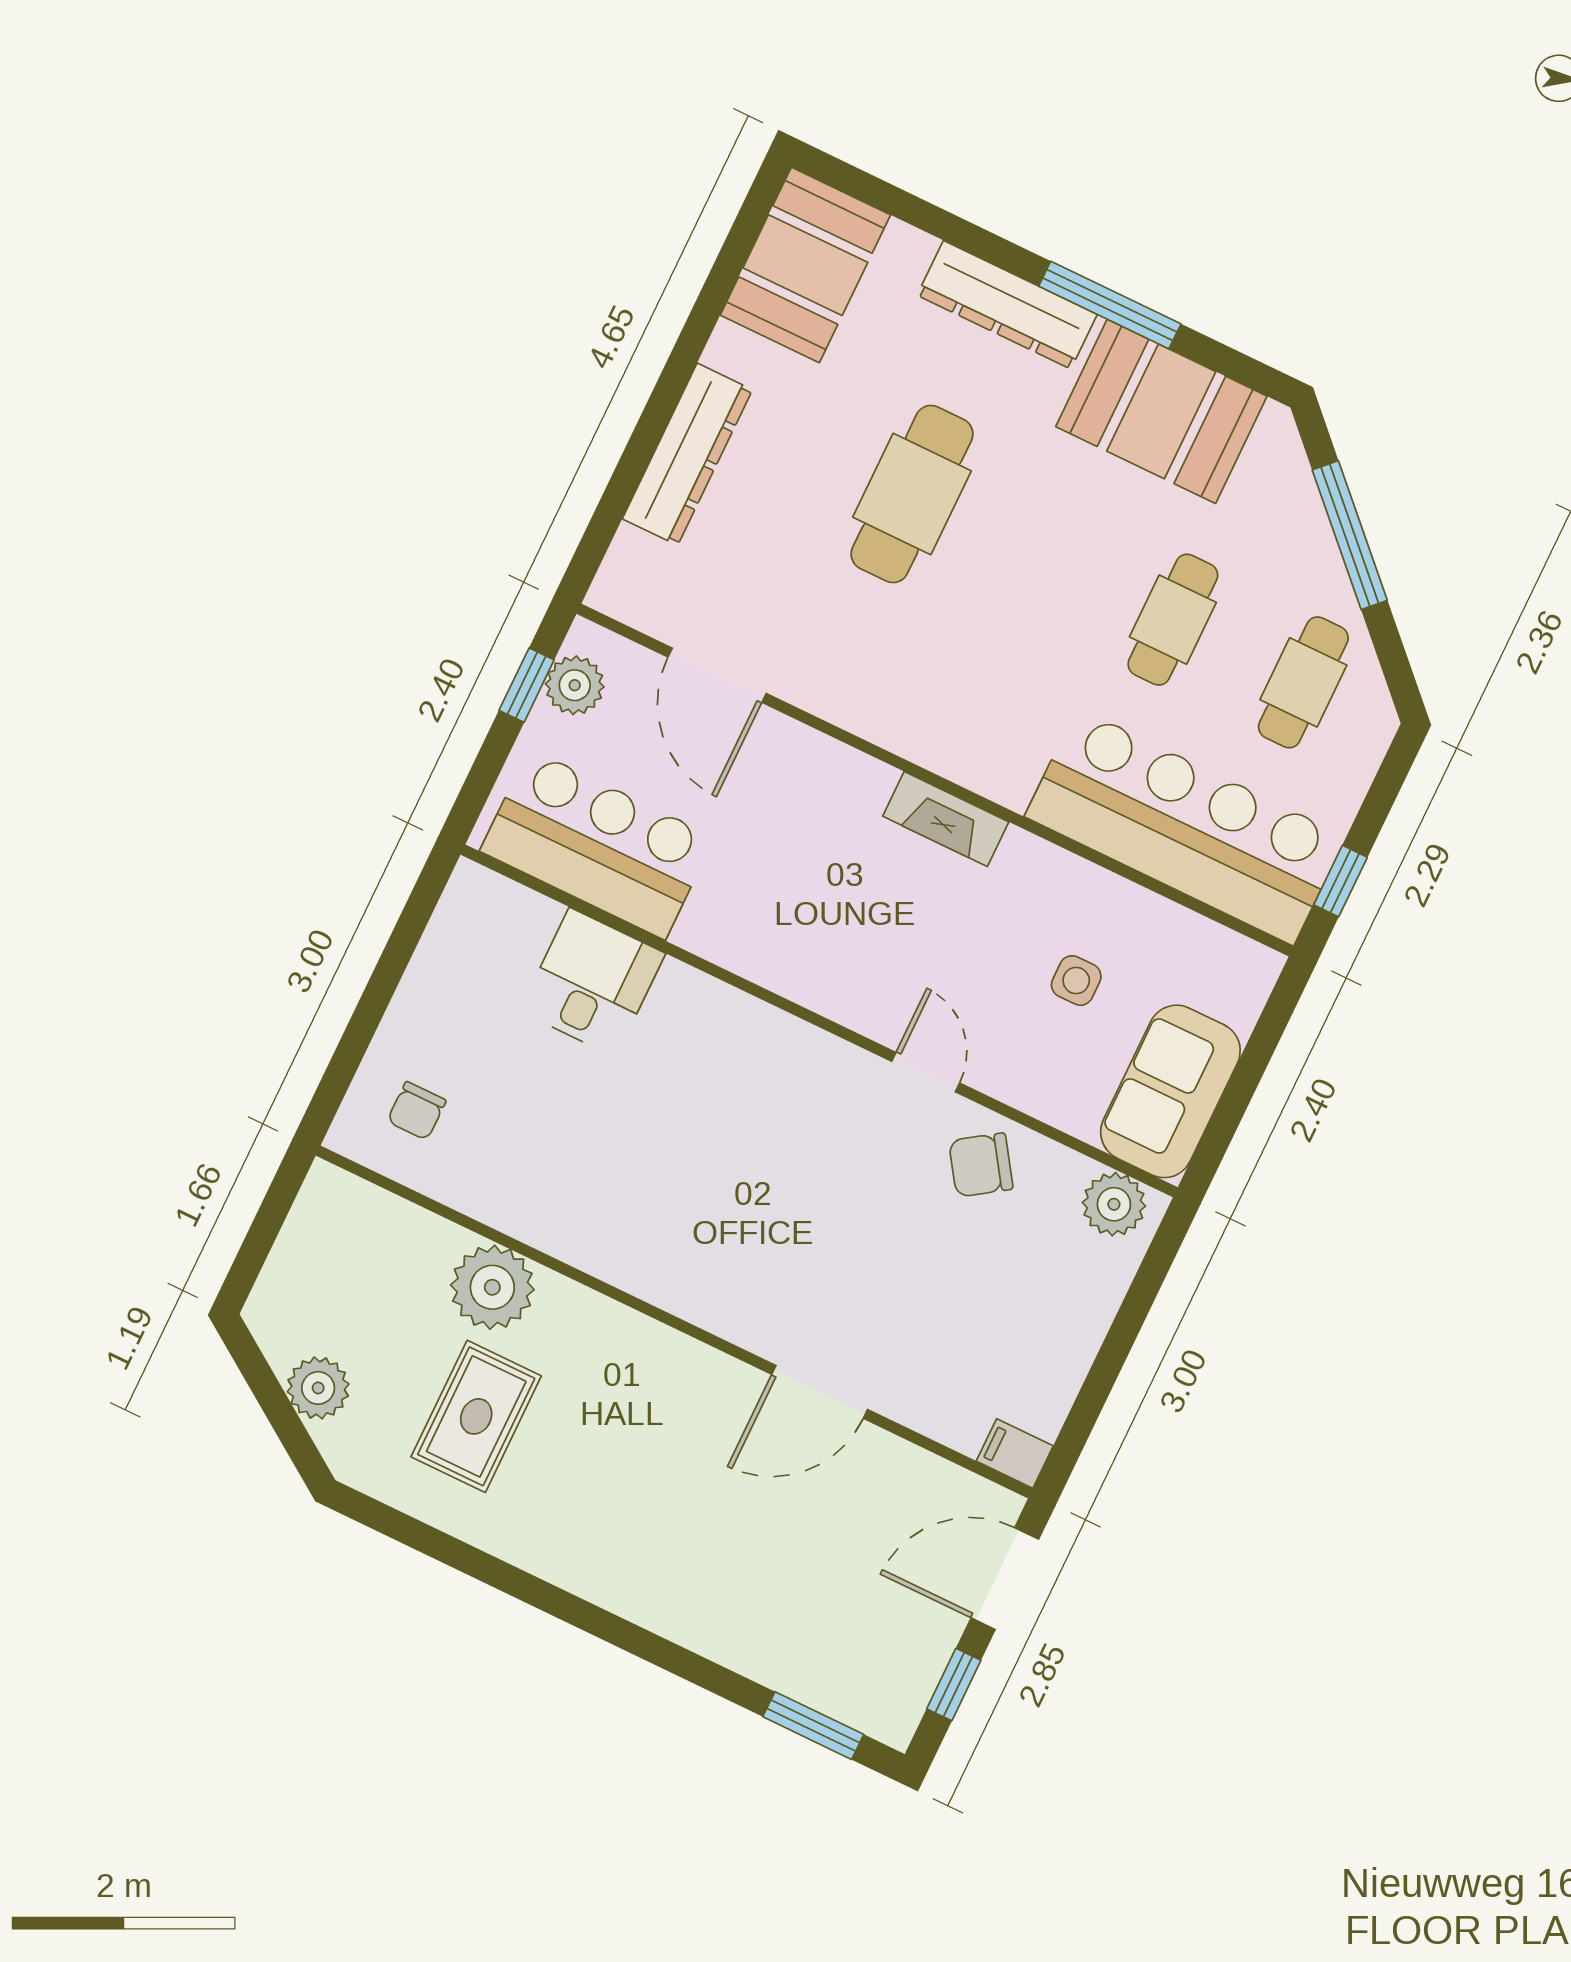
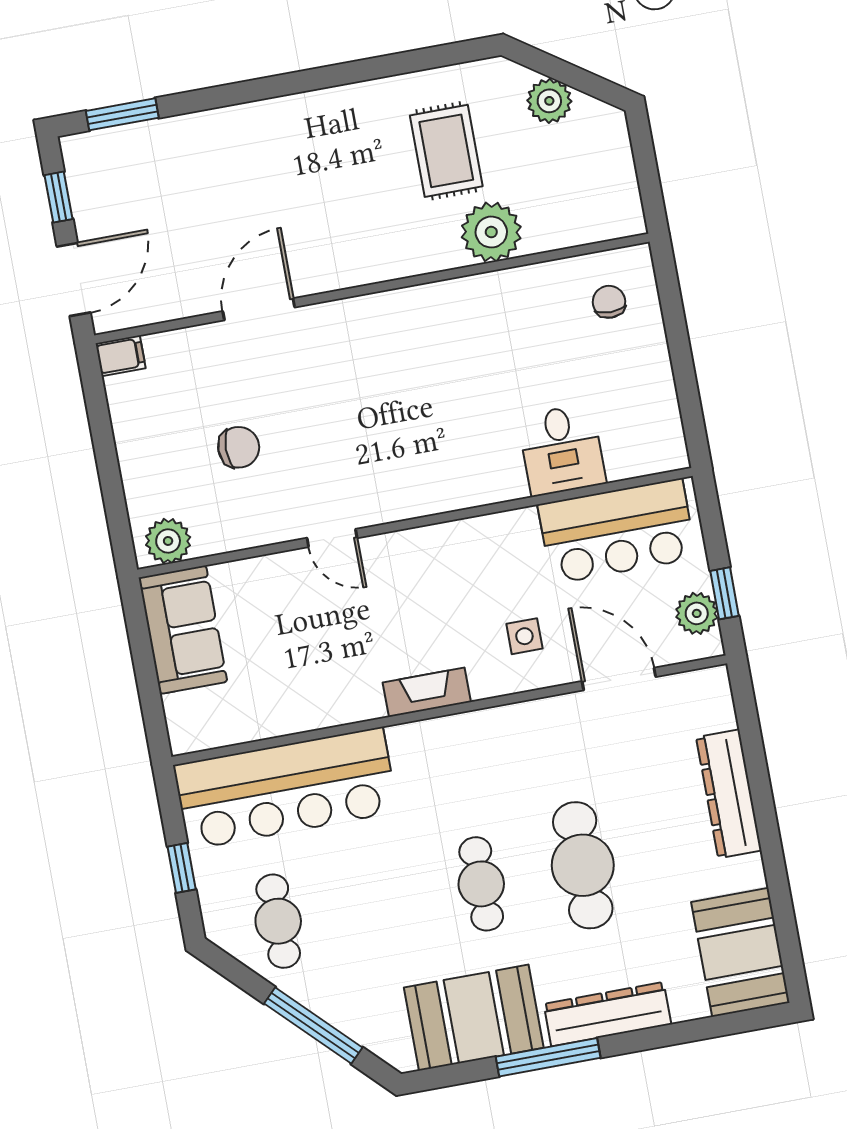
cafe table: (1173, 620) -> (481, 884), moved
window: (1341, 881) -> (182, 868), moved
side table: (1076, 981) -> (524, 636), moved
chair: (981, 1165) -> (239, 447), moved, turned 34

